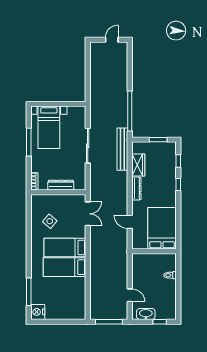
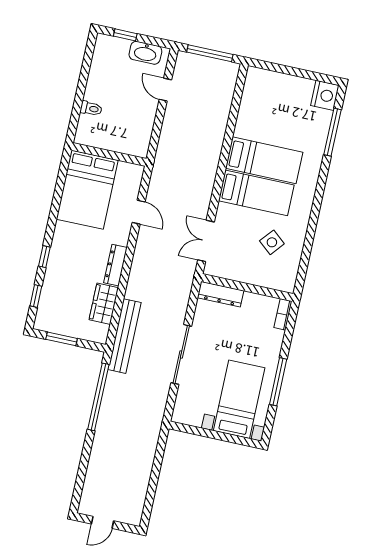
dresser: (61, 185) -> (220, 294), moved

